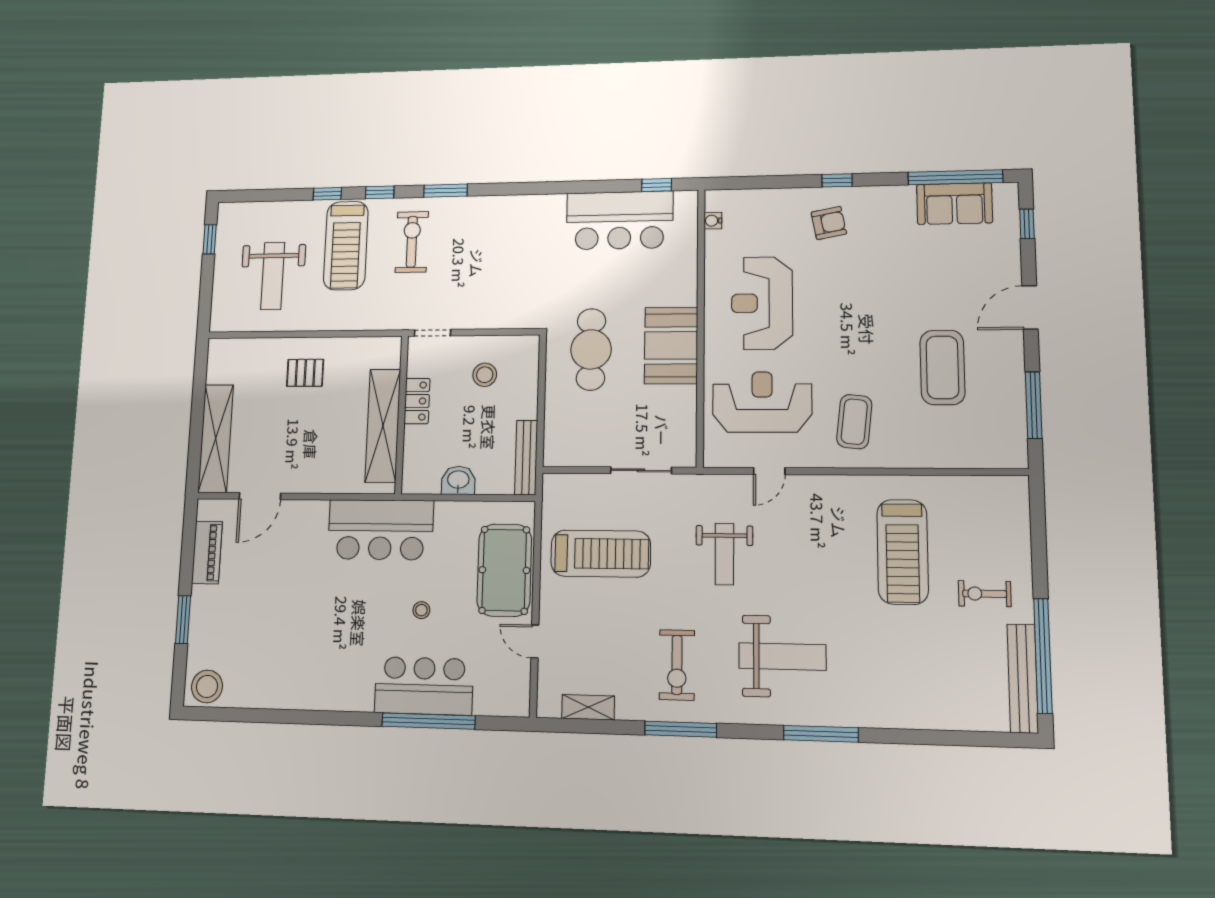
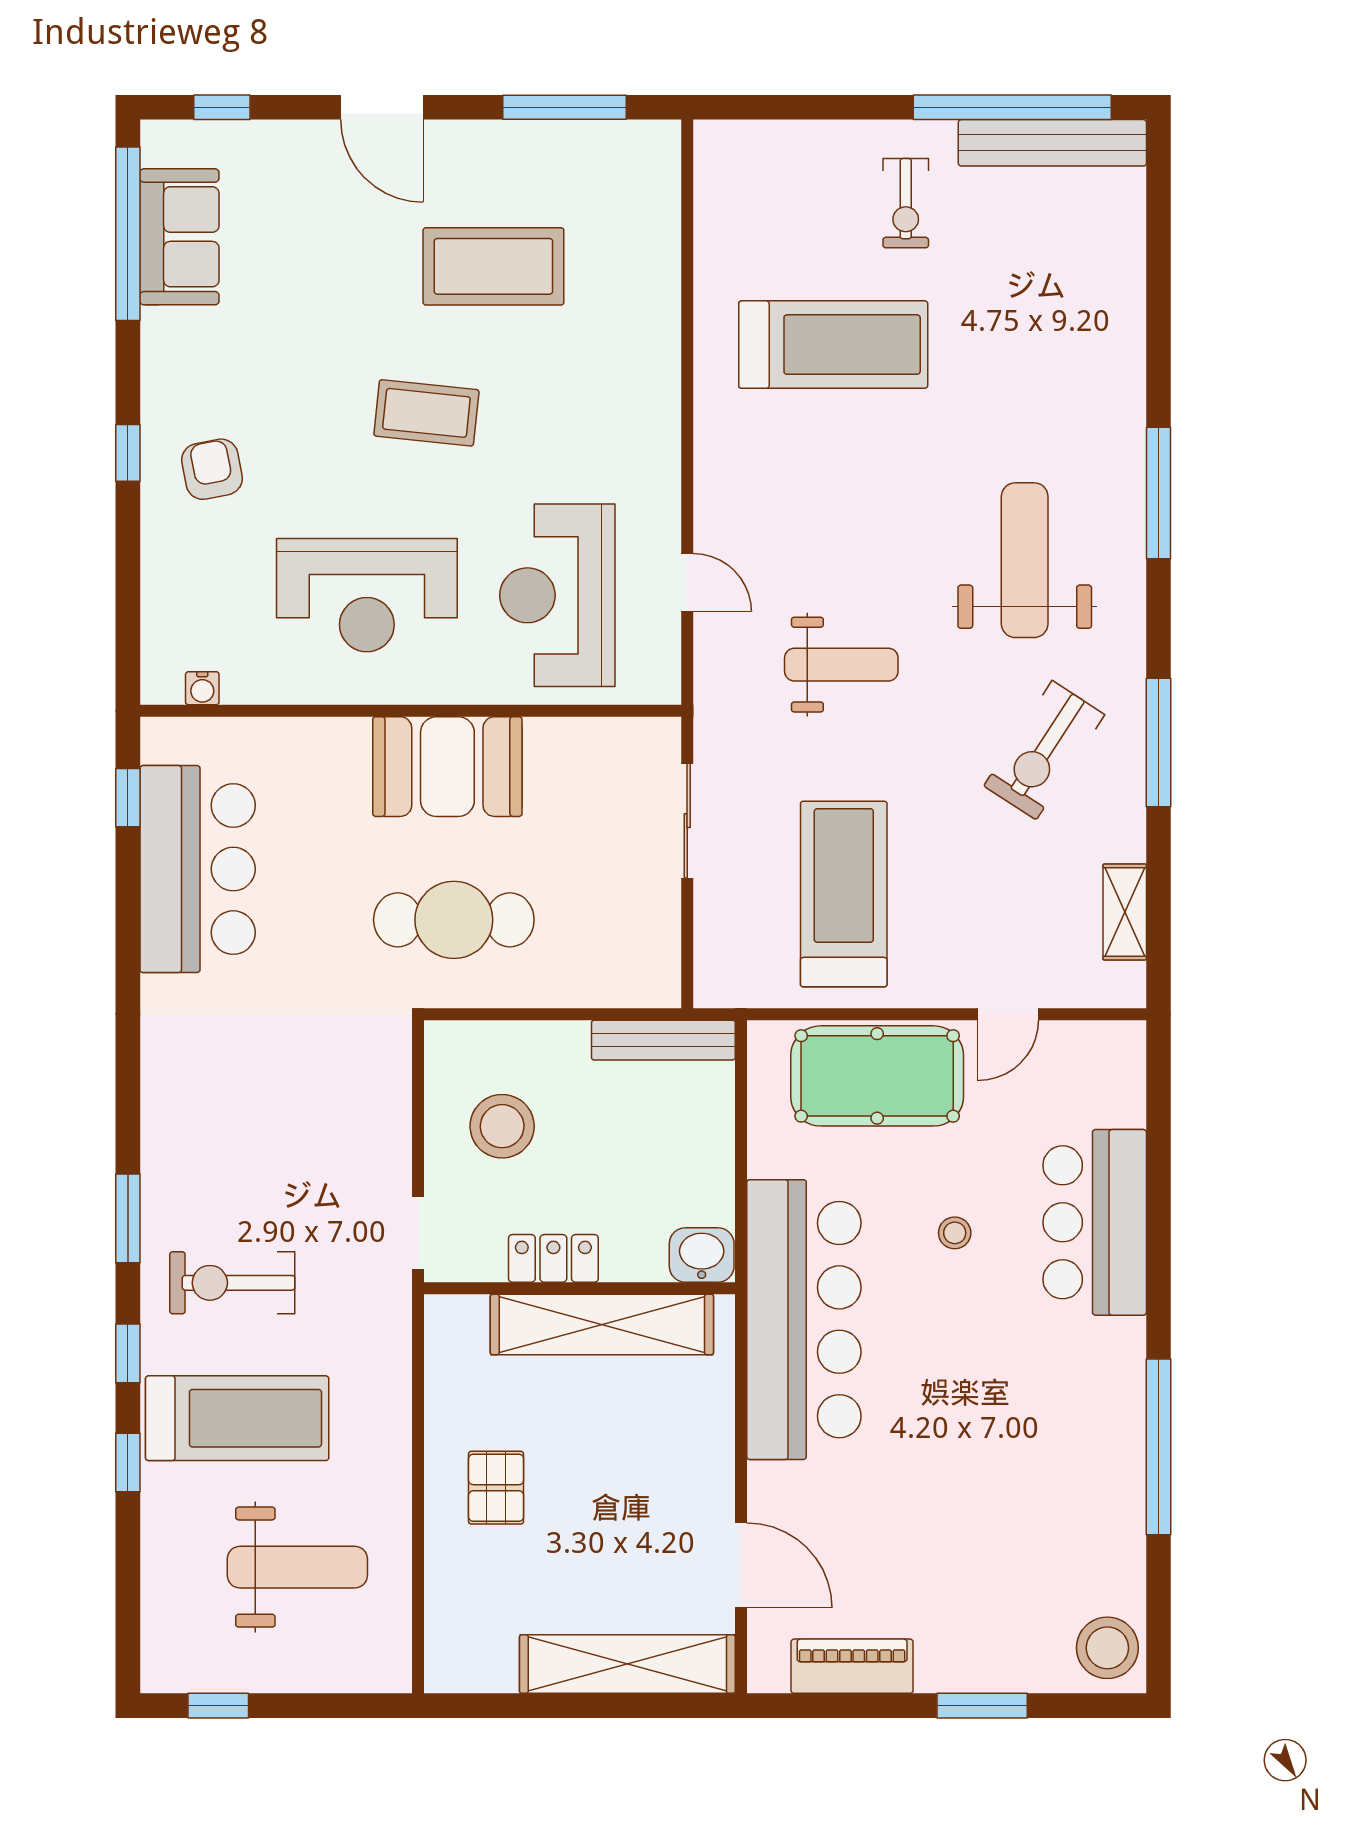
stool: (485, 375) -> (502, 1126), width x1.38, depth x1.38
coffee table: (854, 422) -> (426, 413), moved
washbasin: (458, 480) -> (702, 1255), moved, turned 90
bar counter: (381, 530) -> (804, 1320), width x1.36
exercise bike: (677, 665) -> (1044, 750), turned 123
window: (428, 721) -> (1158, 1447), moved

